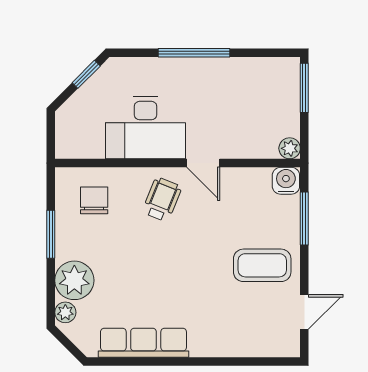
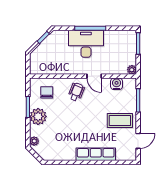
desk: (145, 128) -> (86, 44), moved, turned 180
water cooler: (286, 181) -> (117, 84), moved
plant: (74, 280) -> (38, 116), moved
row of seats: (143, 343) -> (96, 154), moved

